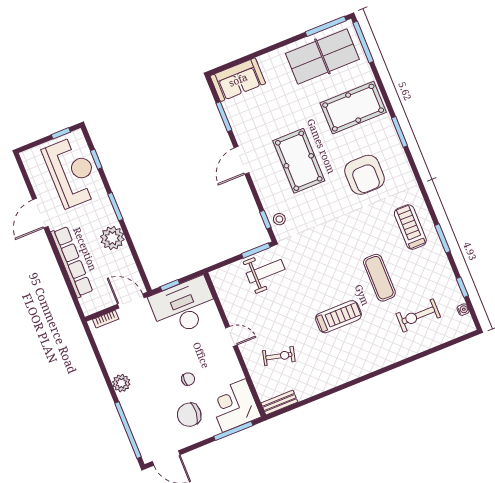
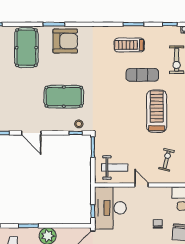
pool table: (299, 161) -> (64, 97), moved
armchair: (364, 175) -> (65, 41), moved
treadmill: (410, 227) -> (129, 45), moved
weight bench: (266, 271) -> (115, 168), moved, turned 90
treadmill: (338, 317) -> (157, 111), width x1.37, depth x1.38
door: (231, 336) -> (142, 185), hinge flipped

